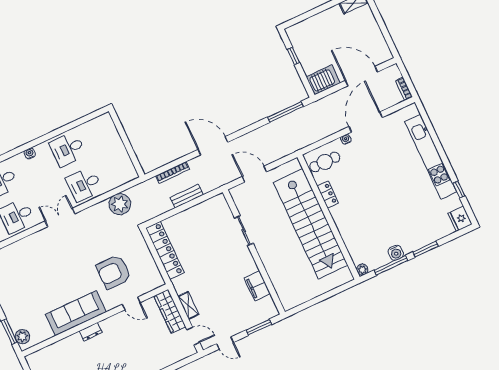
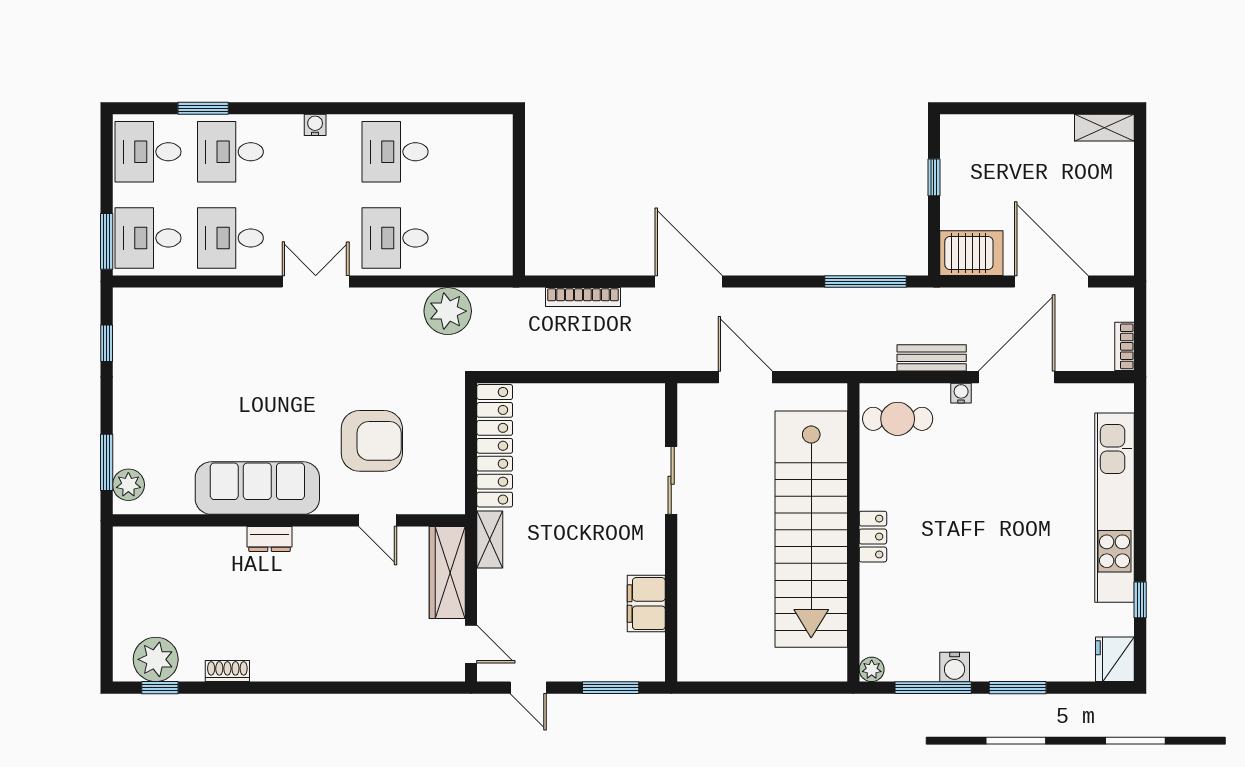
locker: (328, 195) -> (873, 537), moved
bench: (187, 196) -> (932, 358), moved
armchair: (114, 272) -> (372, 441), turned 180
shelving: (188, 305) -> (490, 539), moved

